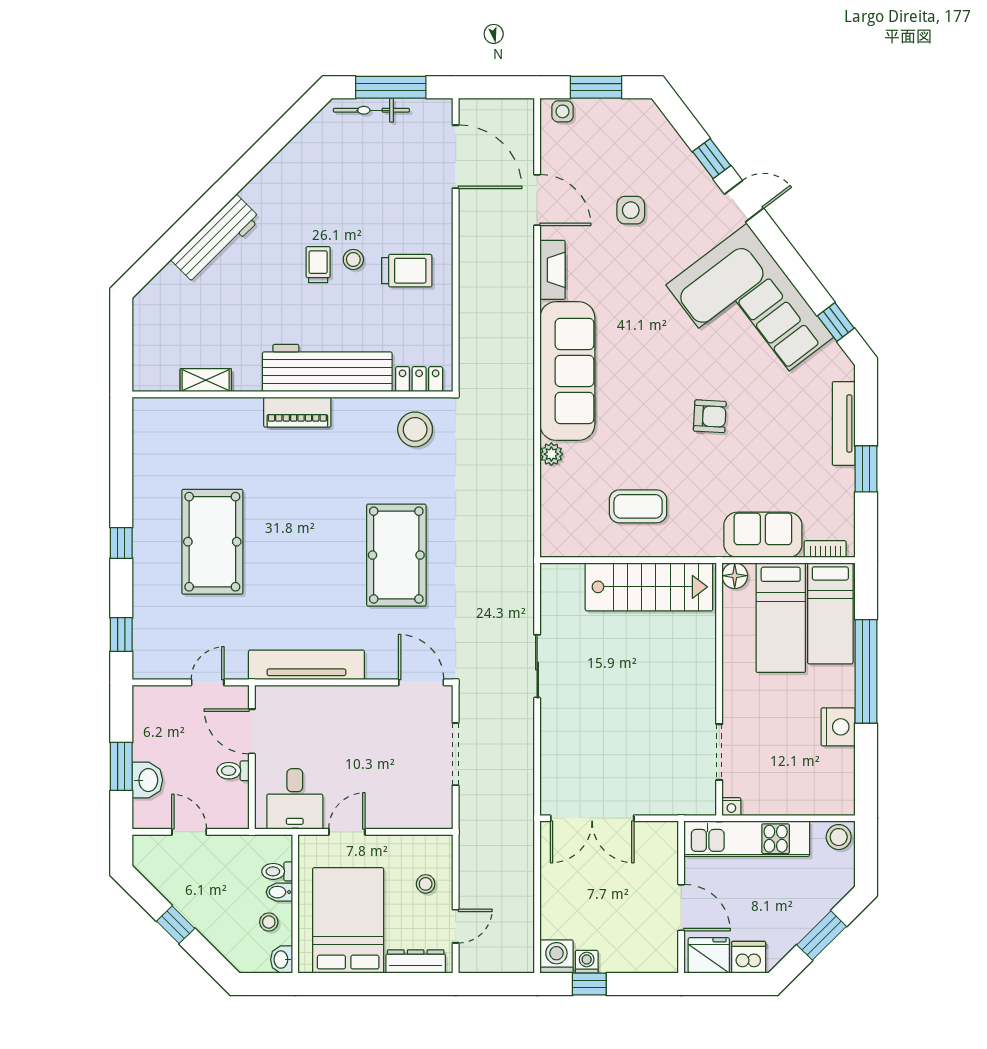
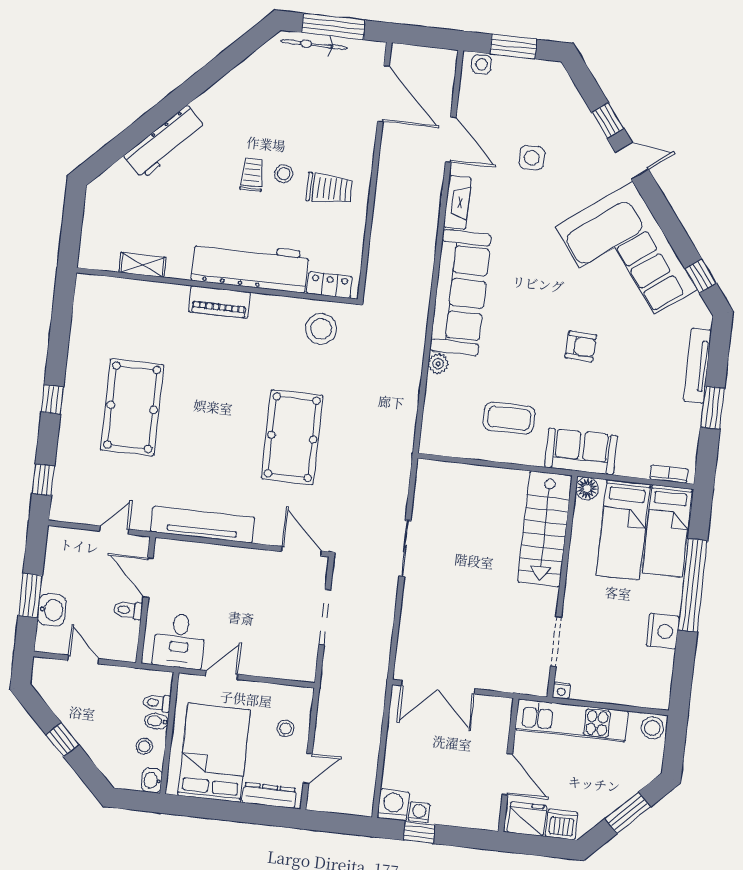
sofa: (763, 535) -> (581, 451), moved
stairs: (649, 587) -> (545, 529), moved, turned 90

